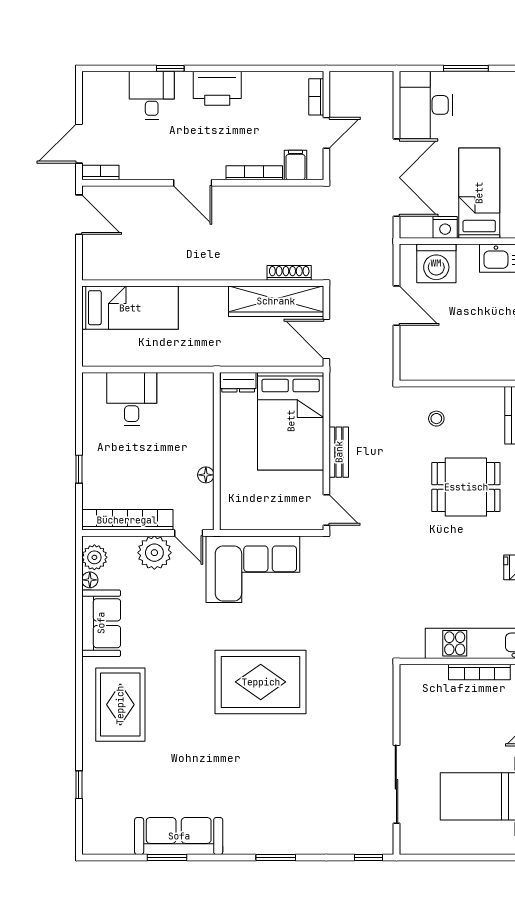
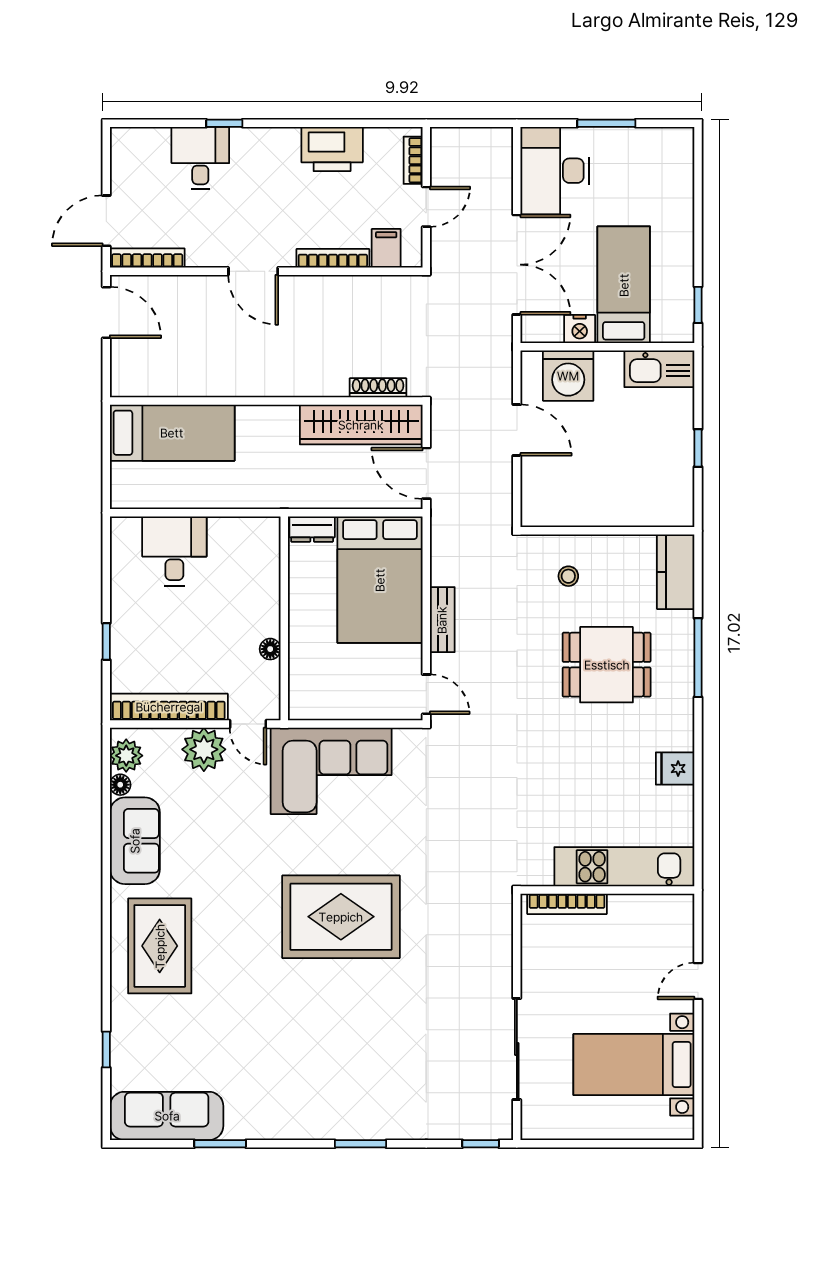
printer: (217, 88) -> (332, 149), moved
bookcase: (100, 173) -> (147, 258), width x1.56
bookcase: (479, 672) -> (567, 904), moved
sofa: (179, 836) -> (167, 1116), moved

